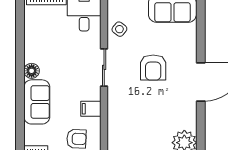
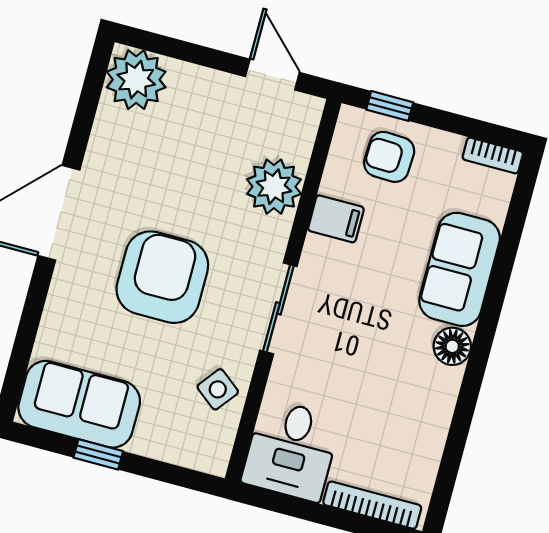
armchair: (153, 67) -> (162, 277), width x1.36, depth x1.36
plant: (119, 115) -> (274, 187), added

